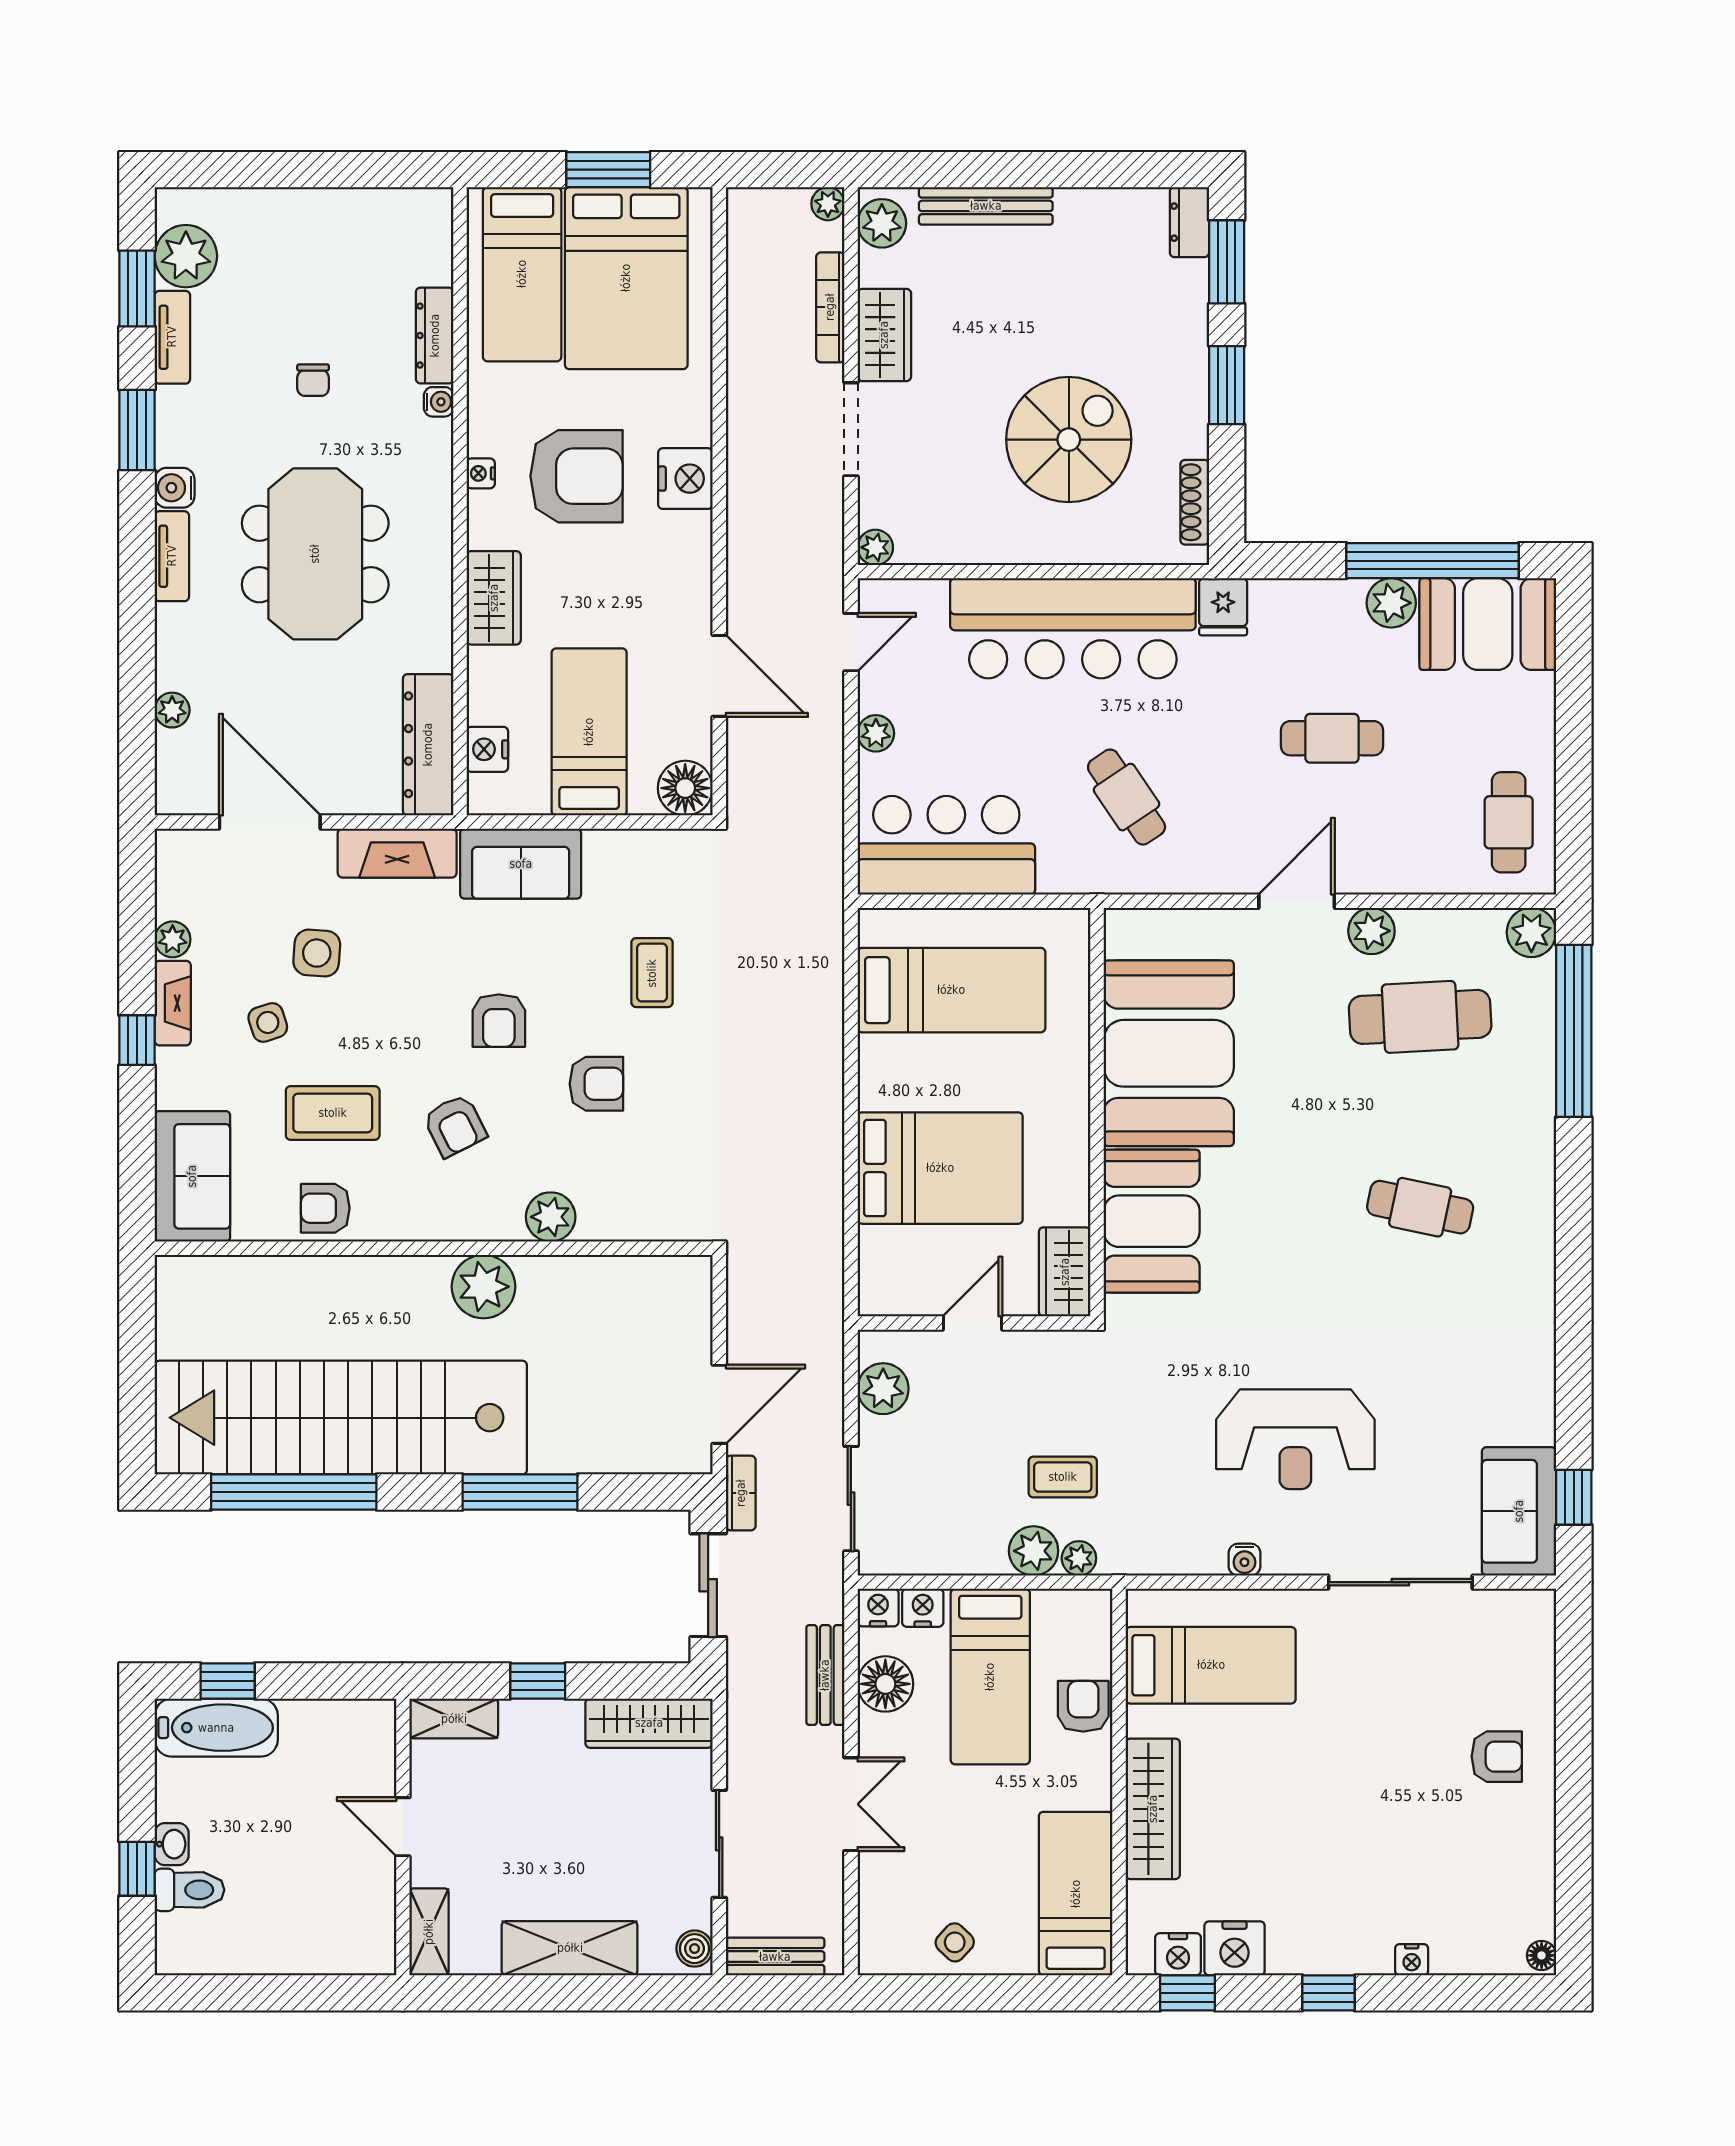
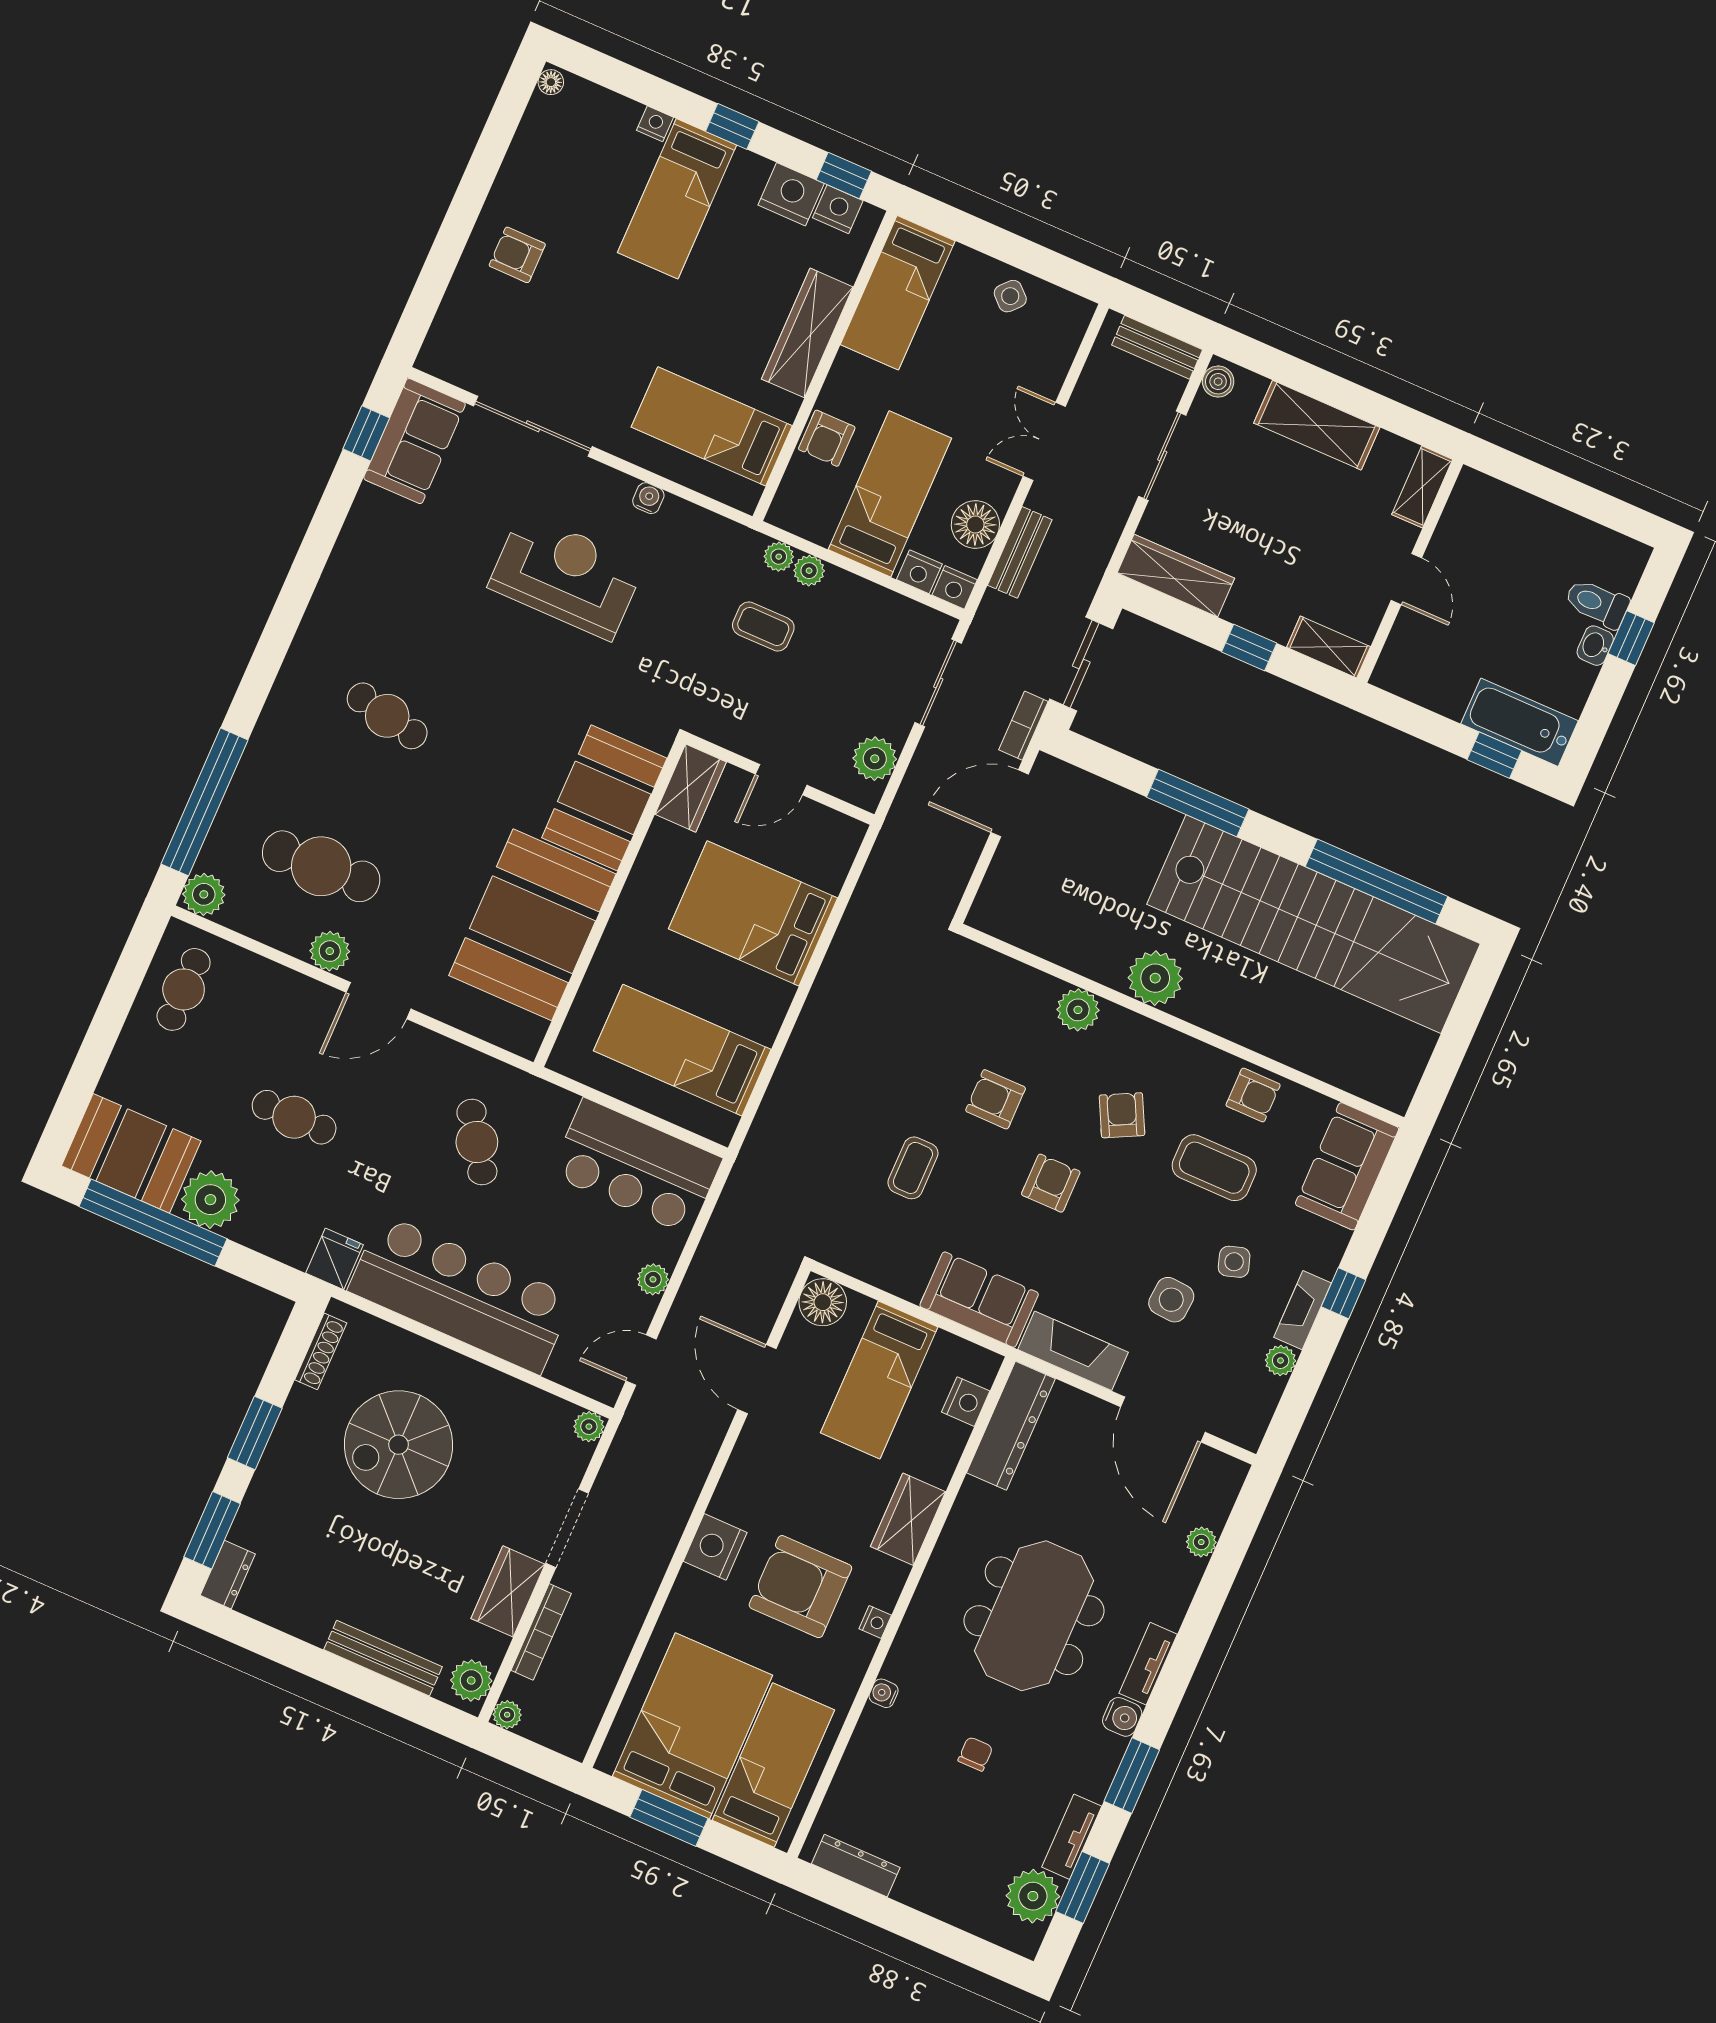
dresser: (435, 336) -> (856, 1866), moved, turned -90
plant: (1391, 603) -> (210, 1200), width x1.36, depth x1.36
plant: (1034, 1551) -> (809, 571), width x0.73, depth x0.73
bed: (1353, 1890) -> (677, 199), added

